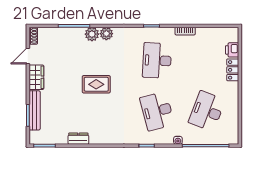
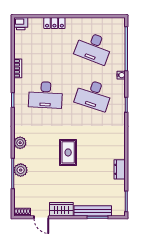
plant: (92, 34) -> (21, 170), moved
printer: (232, 50) -> (21, 24), moved
desk: (157, 111) -> (94, 95), turned 33

